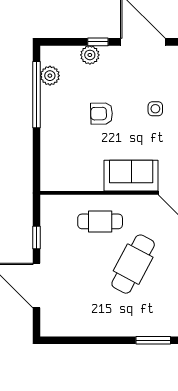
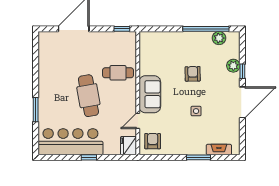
cafe table: (100, 221) -> (118, 73), turned 90
window: (37, 237) -> (122, 29), moved
cafe table: (133, 264) -> (88, 96), turned 52

